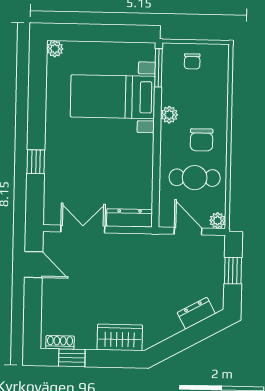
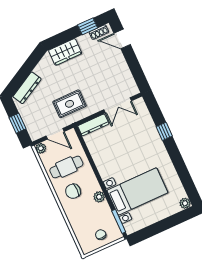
chair: (202, 140) -> (73, 191), turned -90
rug: (148, 263) -> (70, 104), added
door: (34, 265) -> (122, 39), moved
dresser: (196, 313) -> (27, 88), width x1.44

